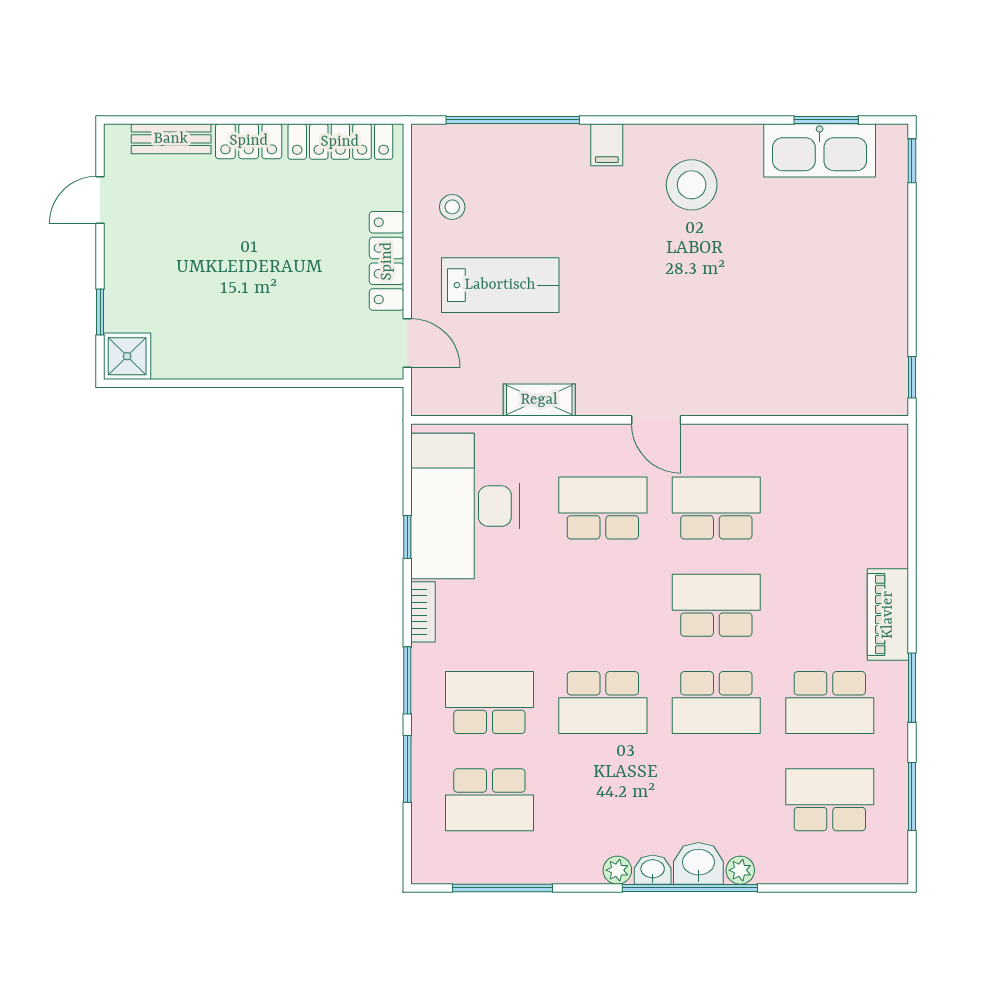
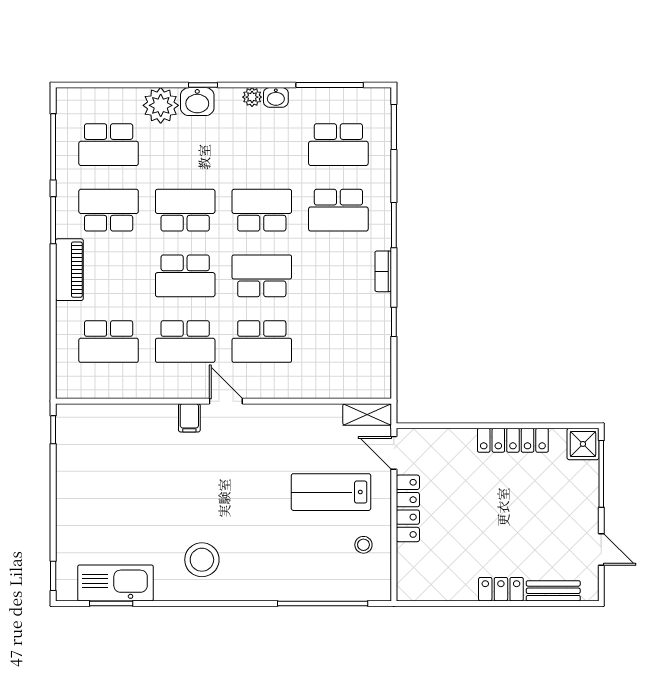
locker: (340, 142) -> (513, 440), moved, turned 180
filing cabinet: (607, 145) -> (189, 418), moved, turned 180
door: (100, 200) -> (601, 549), hinge flipped
window: (100, 312) -> (601, 474), width x2.17
shelving: (539, 400) -> (367, 414), moved
desk: (465, 506) -> (355, 343), removed
school desk: (830, 508) -> (109, 341), added
school desk: (603, 605) -> (262, 276), added
window: (407, 769) -> (394, 127), moved
window: (912, 796) -> (53, 147), width x1.44
school desk: (489, 800) -> (338, 145), turned 180
washbasin: (653, 870) -> (276, 97), moved
plant: (740, 870) -> (161, 105), width x1.88, depth x1.88
window: (690, 888) -> (203, 85), width x0.32

